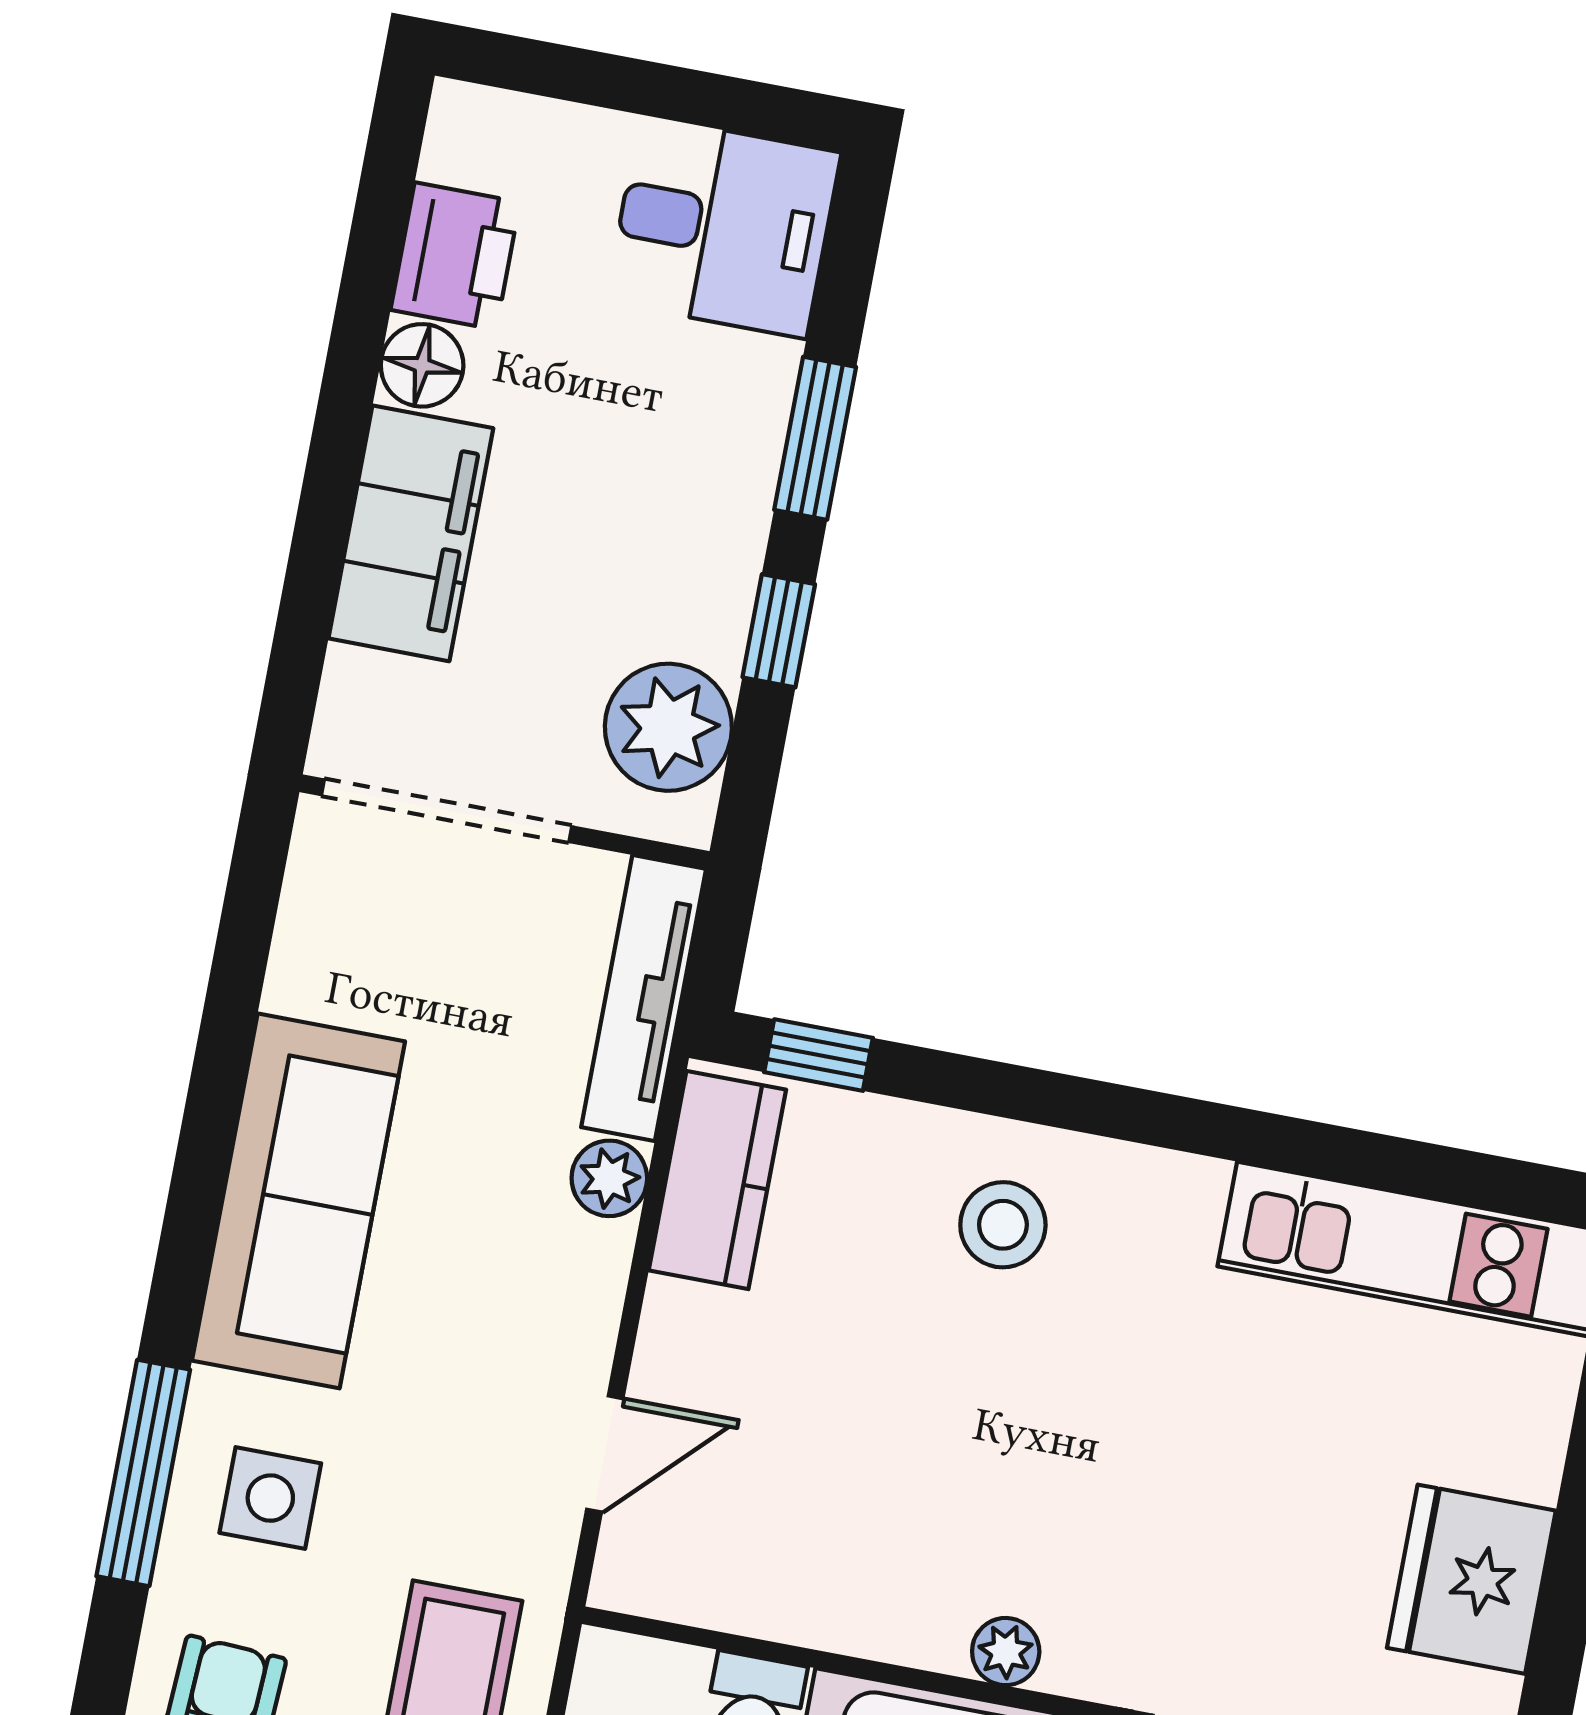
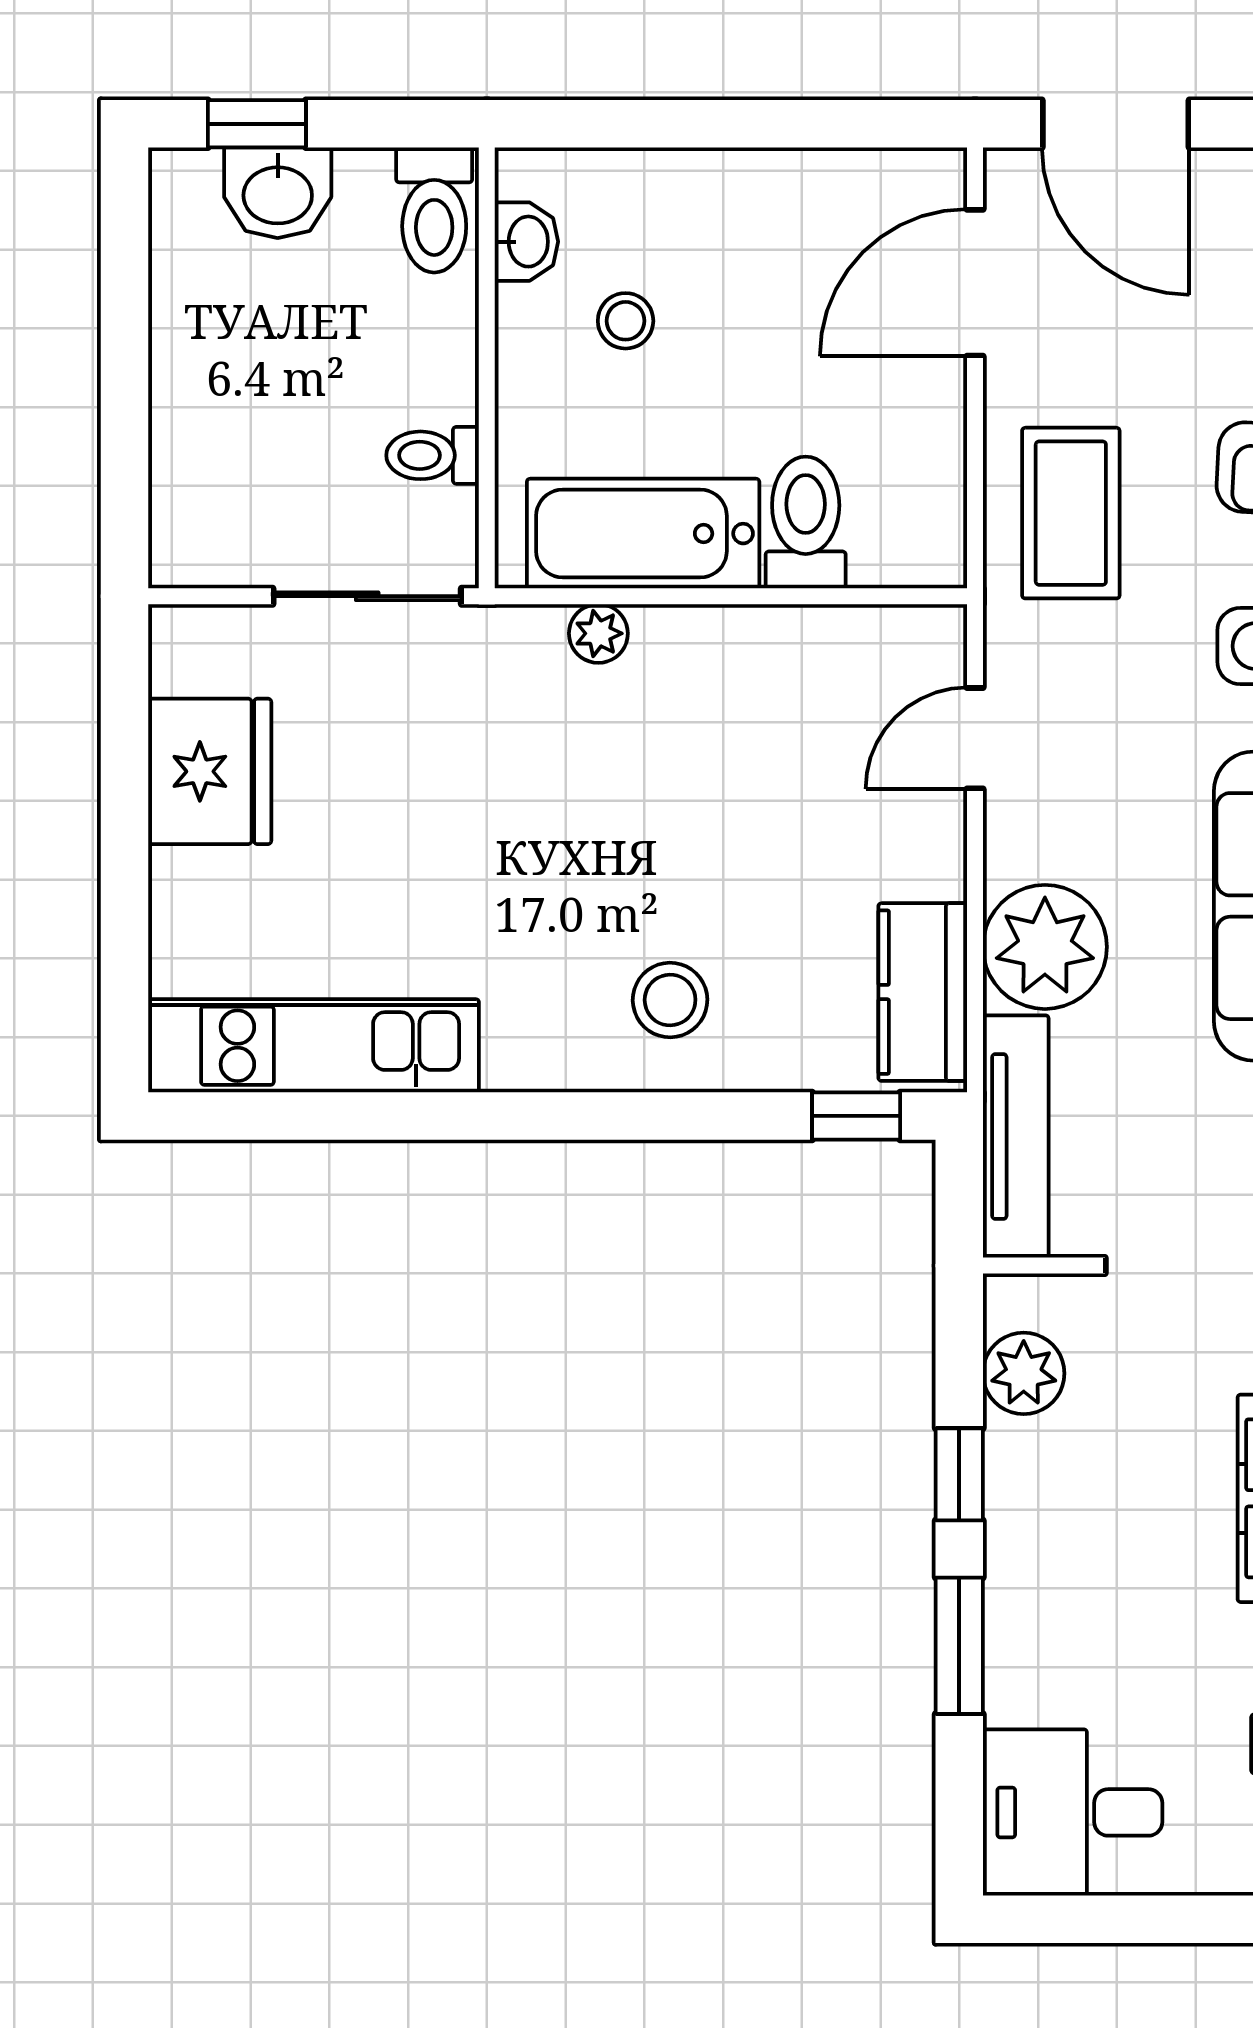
plant: (668, 727) -> (1024, 1373), width x0.73, depth x0.73
plant: (609, 1178) -> (1045, 947), width x1.88, depth x1.88

